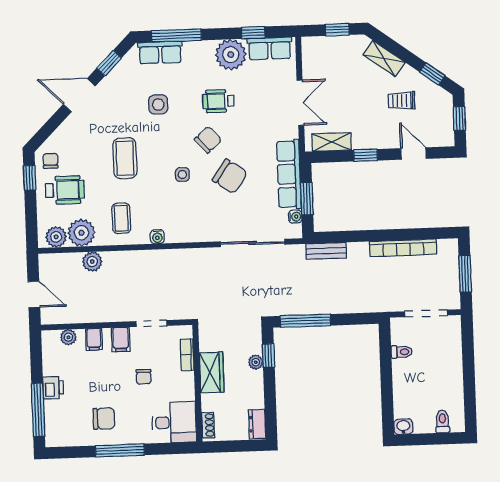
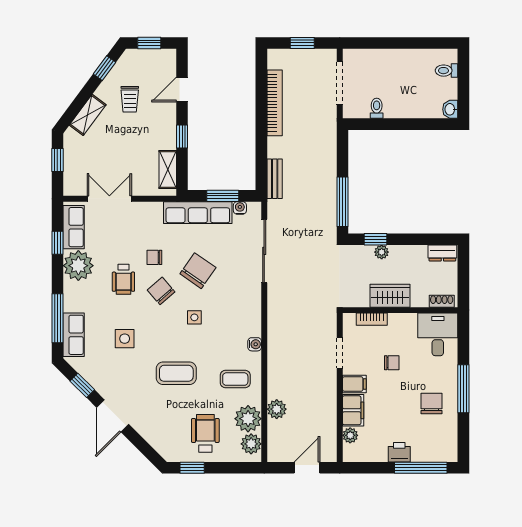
double door: (300, 103) -> (109, 199), moved
chair: (50, 161) -> (154, 257), moved
window: (465, 274) -> (302, 43), width x0.67
filing cabinet: (94, 339) -> (353, 410), width x2.00

